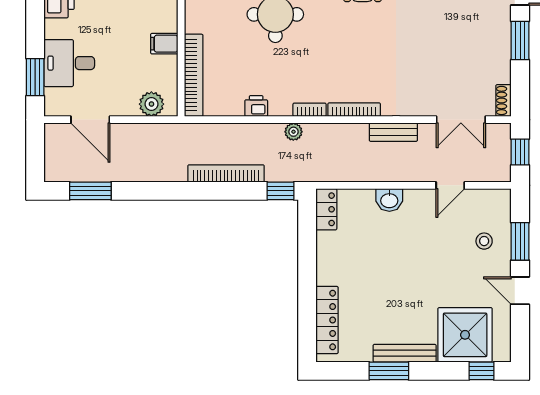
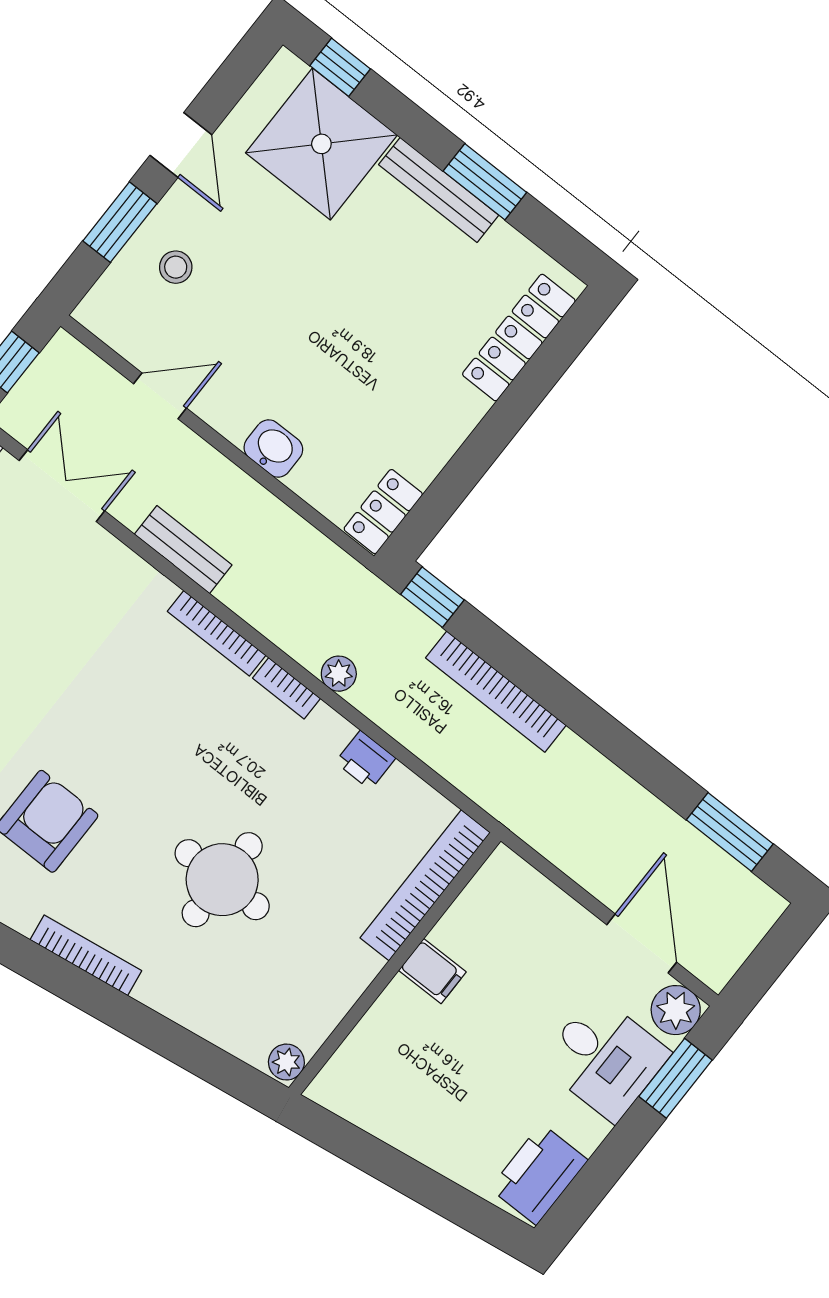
plant: (151, 104) -> (676, 1010), moved

